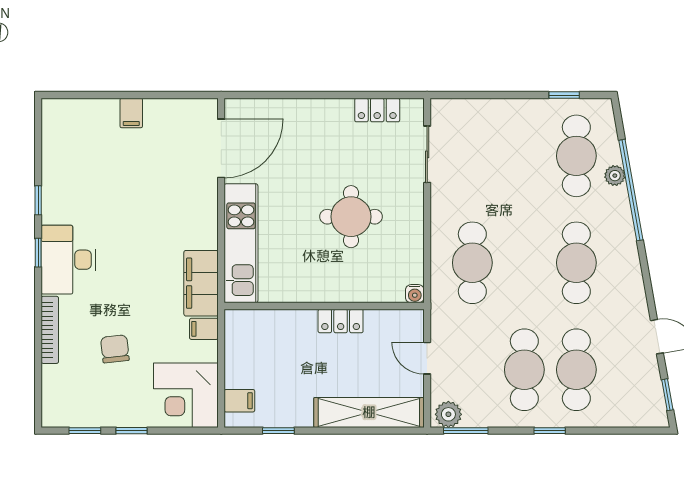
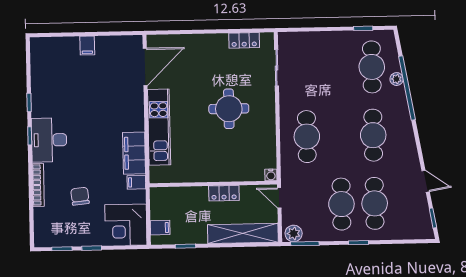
water cooler: (415, 294) -> (271, 175), moved
wall: (324, 306) -> (213, 184), moved
locker: (341, 321) -> (224, 193), moved

